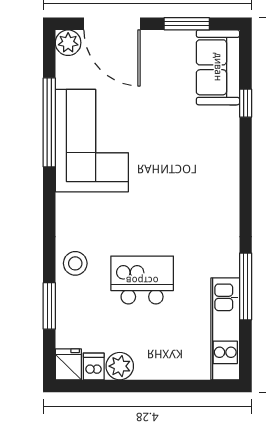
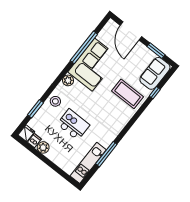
plant: (68, 43) -> (68, 80), moved
coffee table: (197, 145) -> (127, 94), added

